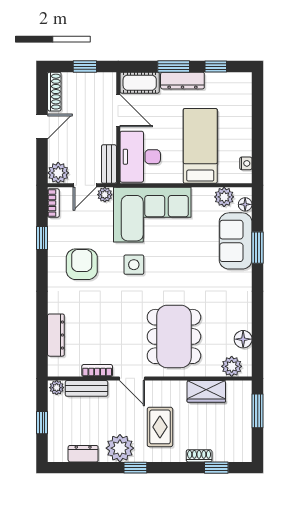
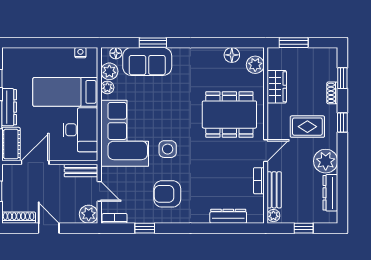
desk: (140, 157) -> (80, 130), moved, turned -90
plant: (105, 195) -> (107, 87), moved
dresser: (83, 454) -> (330, 193), width x1.44
window: (135, 468) -> (342, 123), moved

